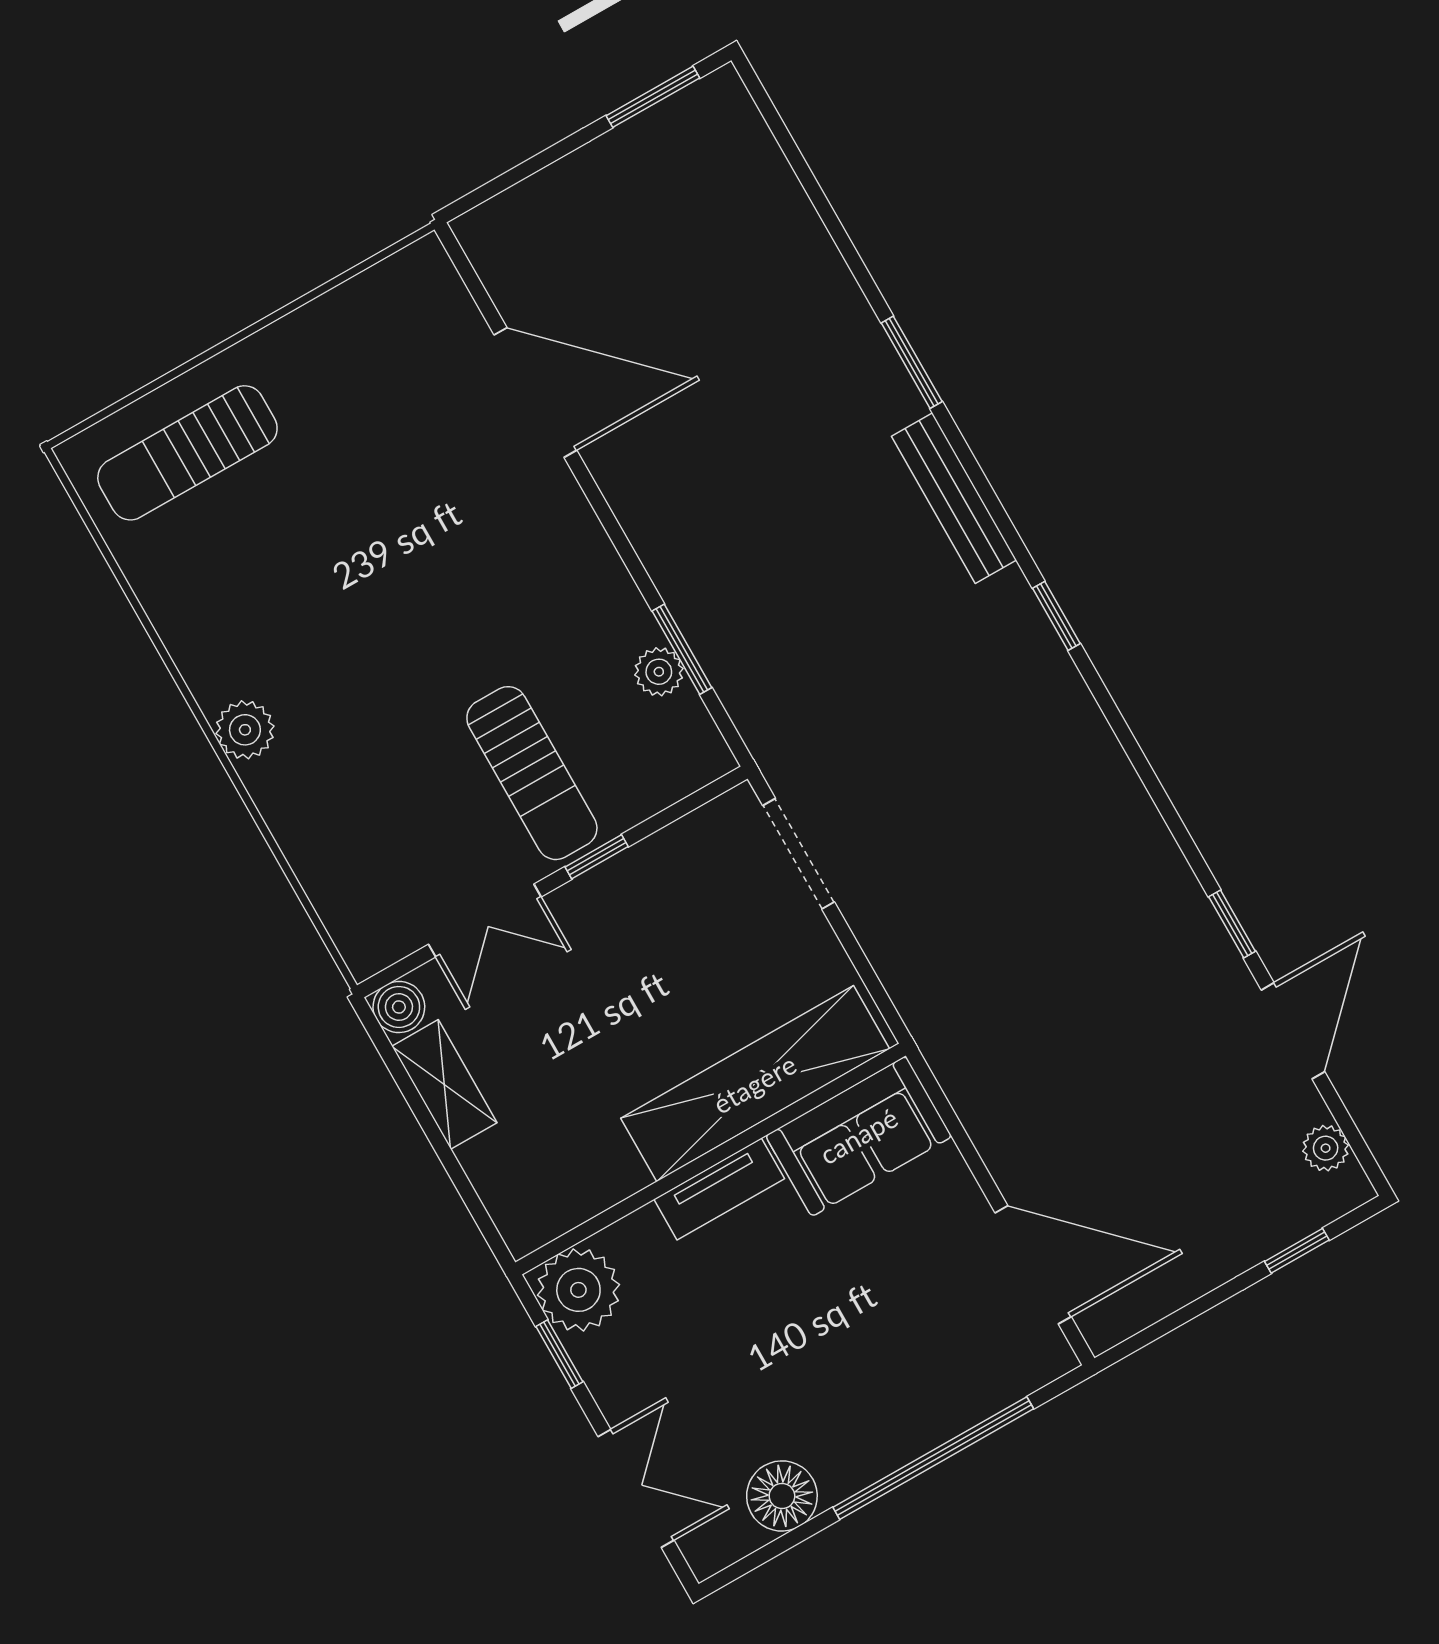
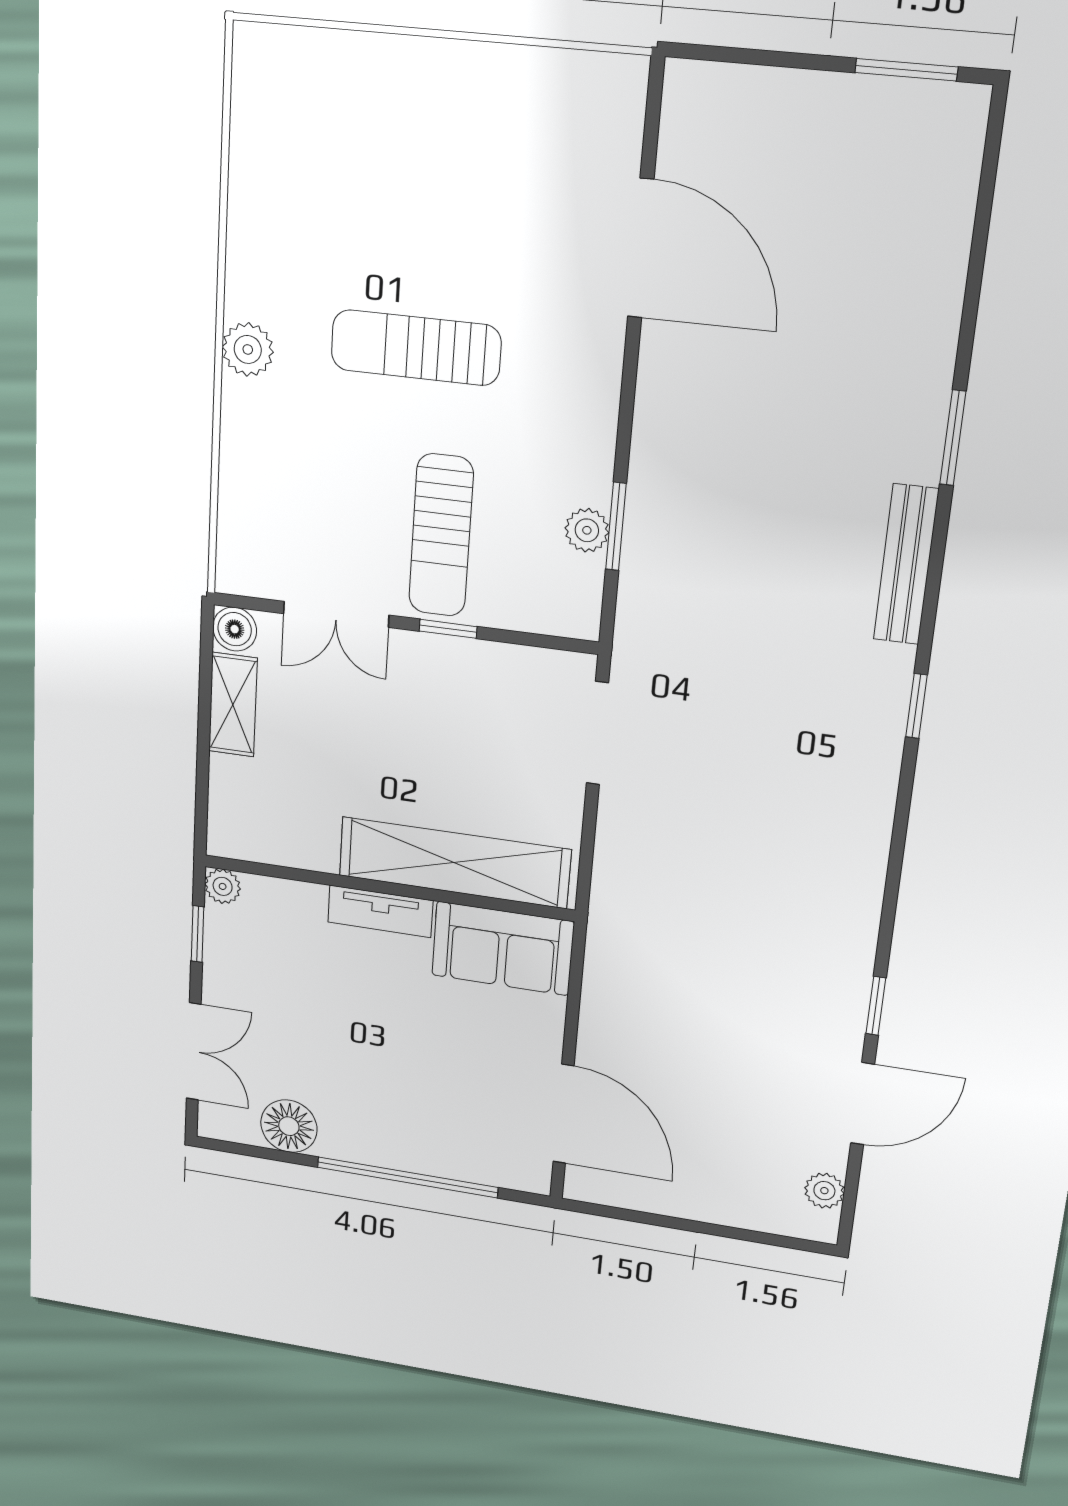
sun lounger: (187, 453) -> (416, 348), moved
window: (1297, 1251) -> (753, 1236), removed
plant: (578, 1290) -> (223, 886), width x0.53, depth x0.53

